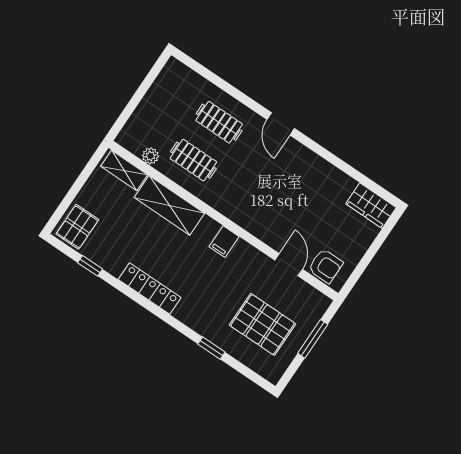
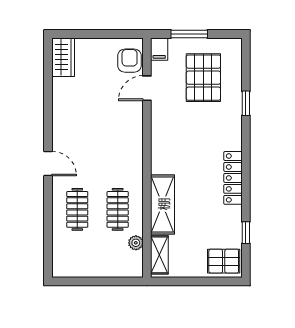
door: (281, 124) -> (48, 164), hinge flipped
filing cabinet: (224, 242) -> (159, 49), moved, turned 90

